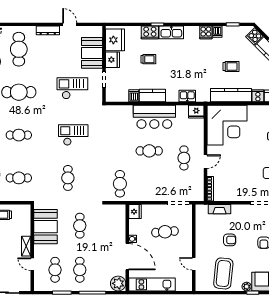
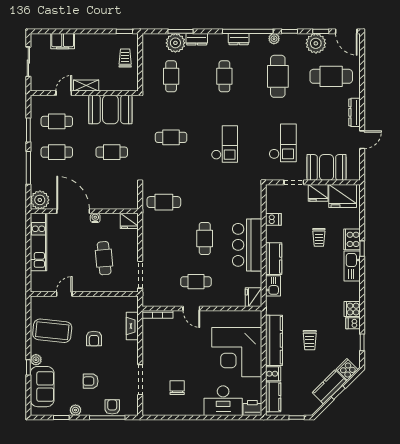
kitchen counter: (152, 96) -> (274, 259), moved
corner desk: (227, 125) -> (237, 352), moved
door: (127, 257) -> (73, 211), swing flipped

